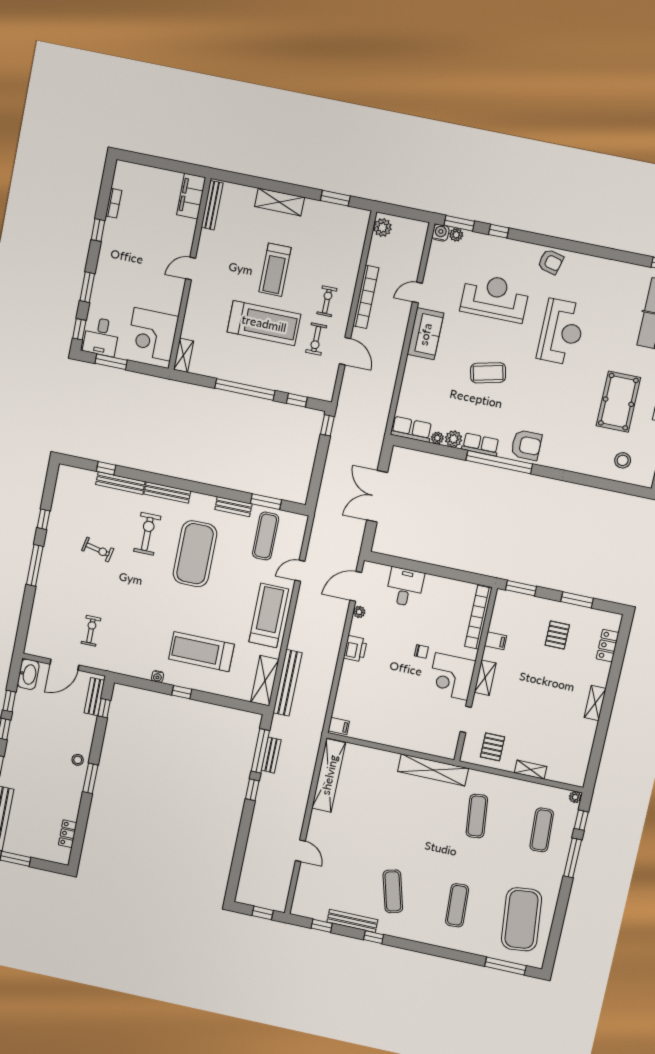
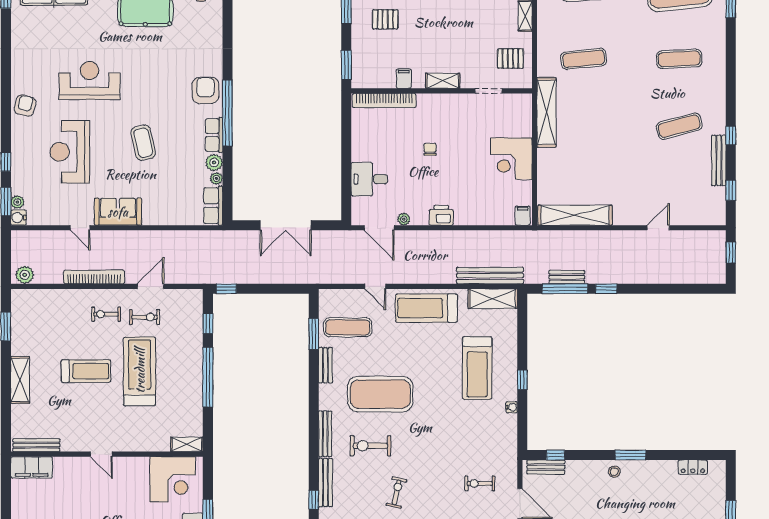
corner desk: (452, 676) -> (511, 159), moved, turned 90

